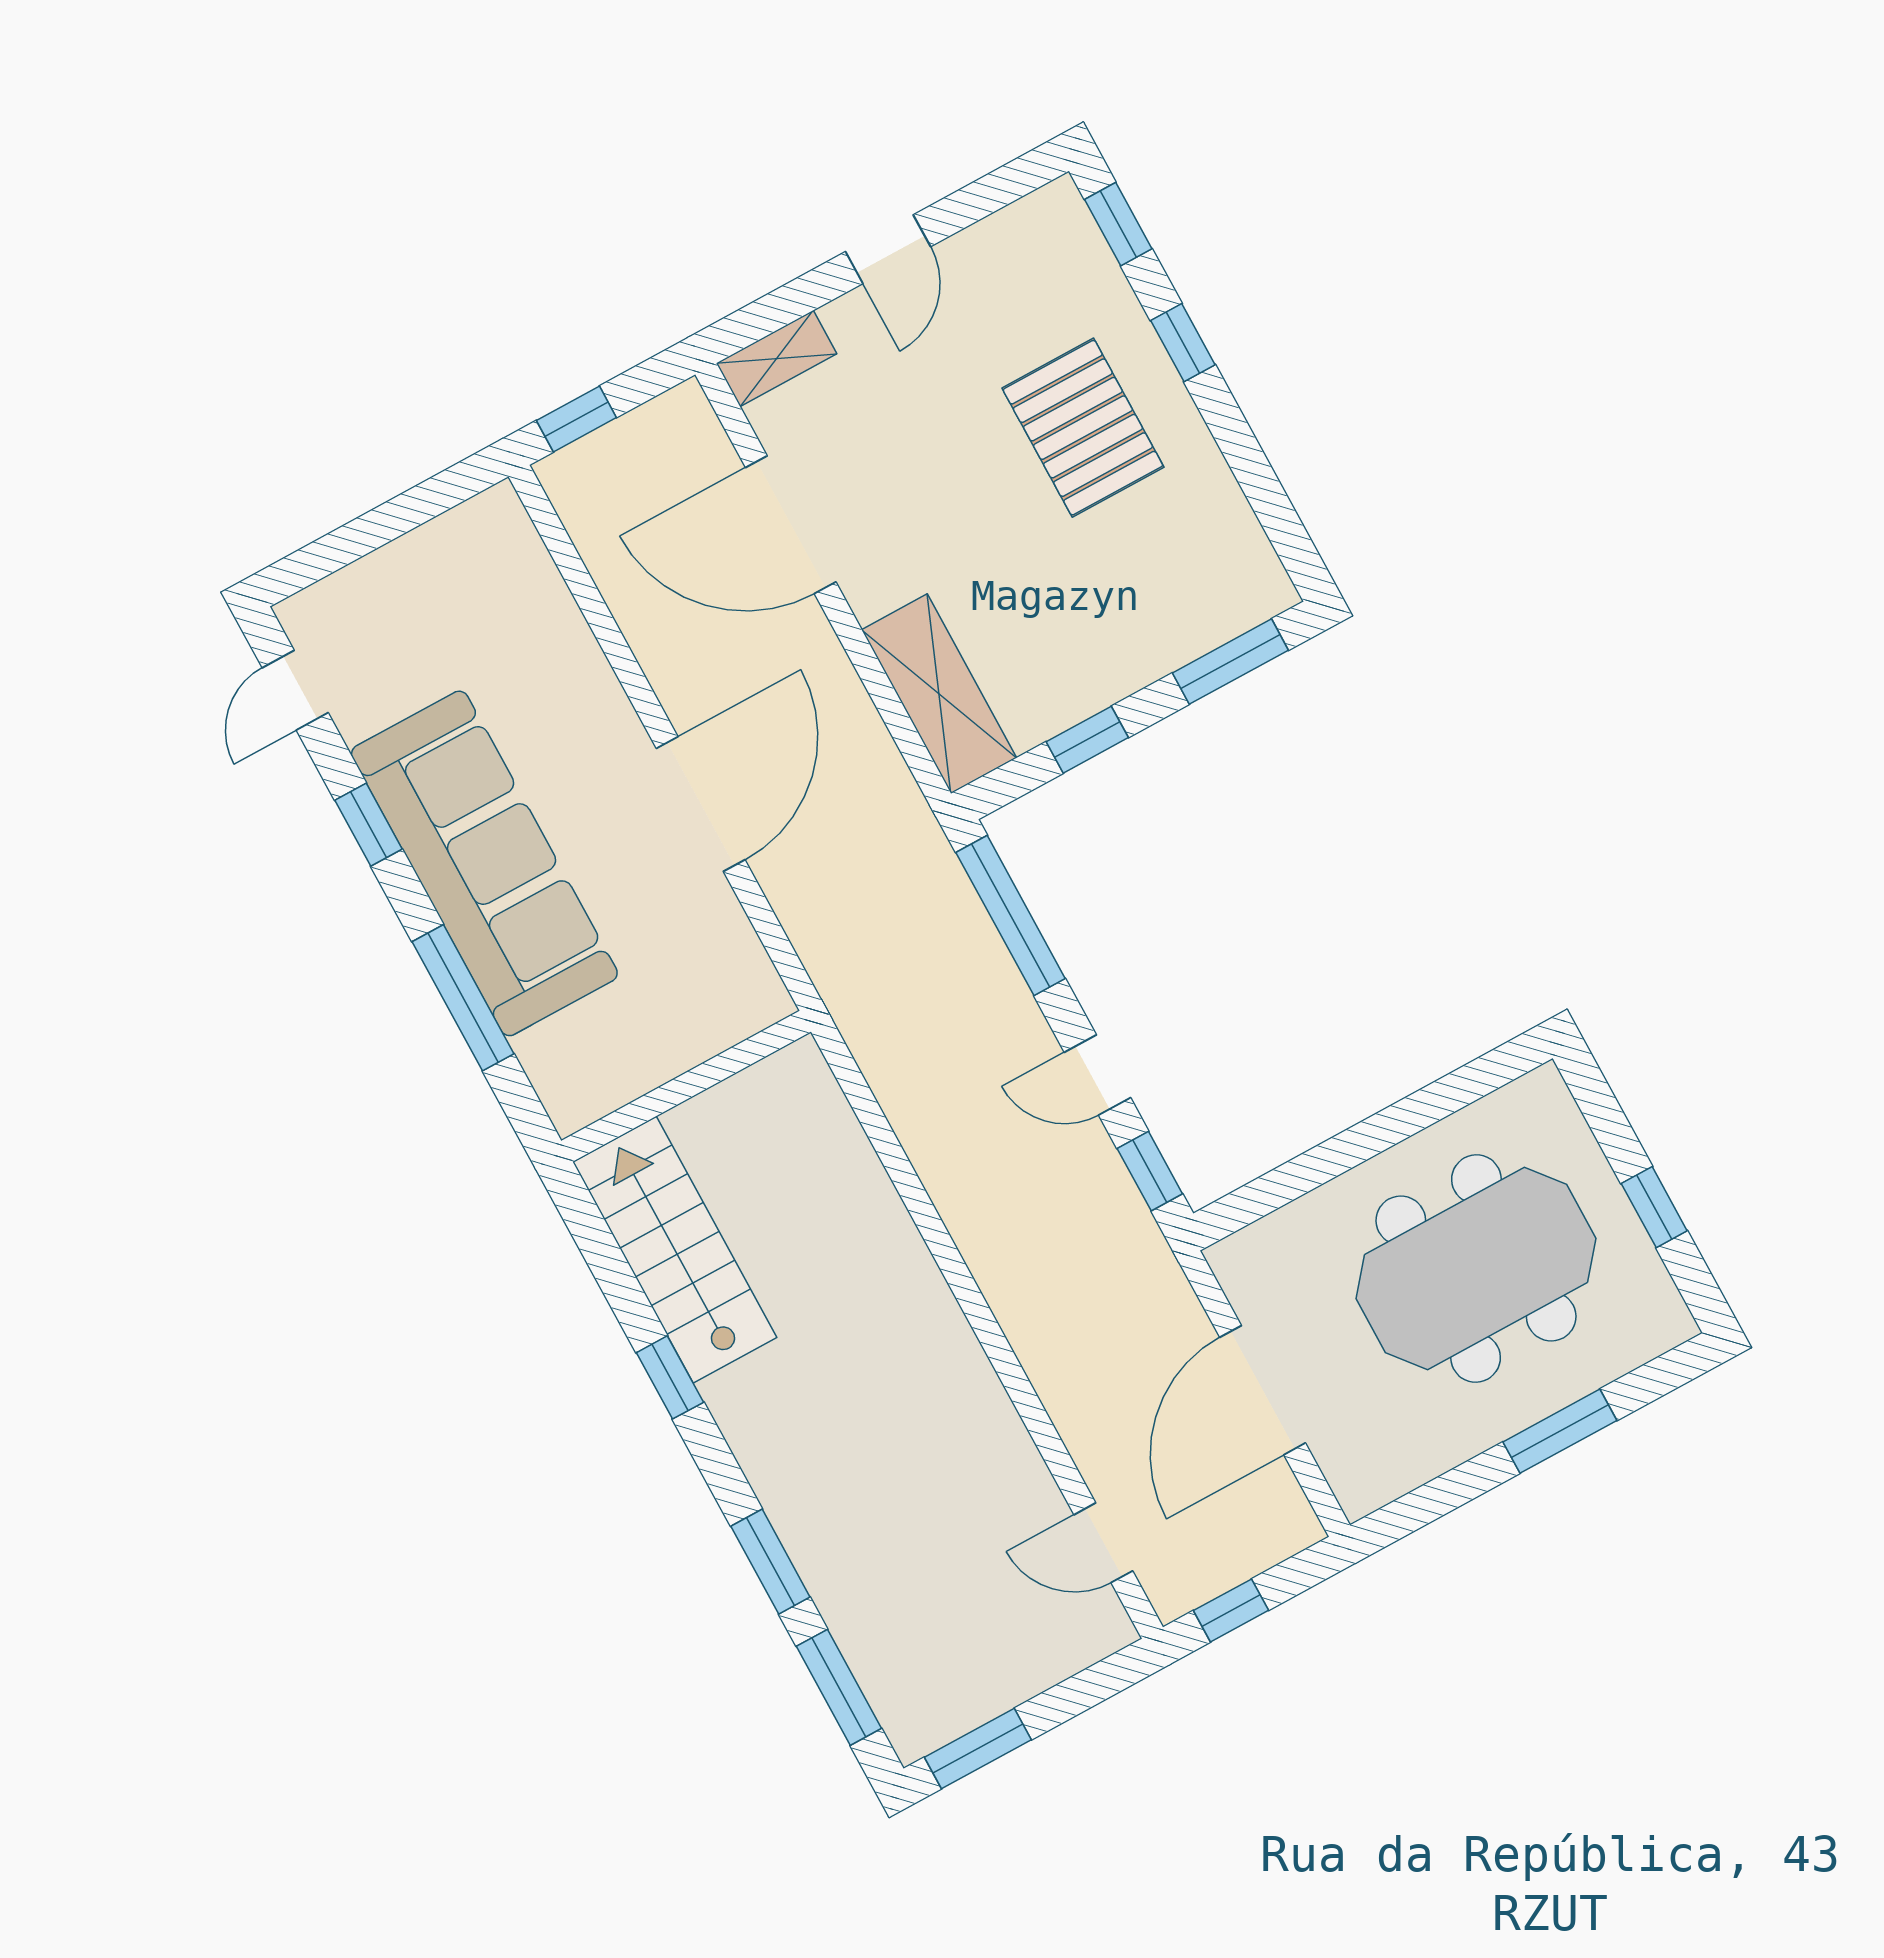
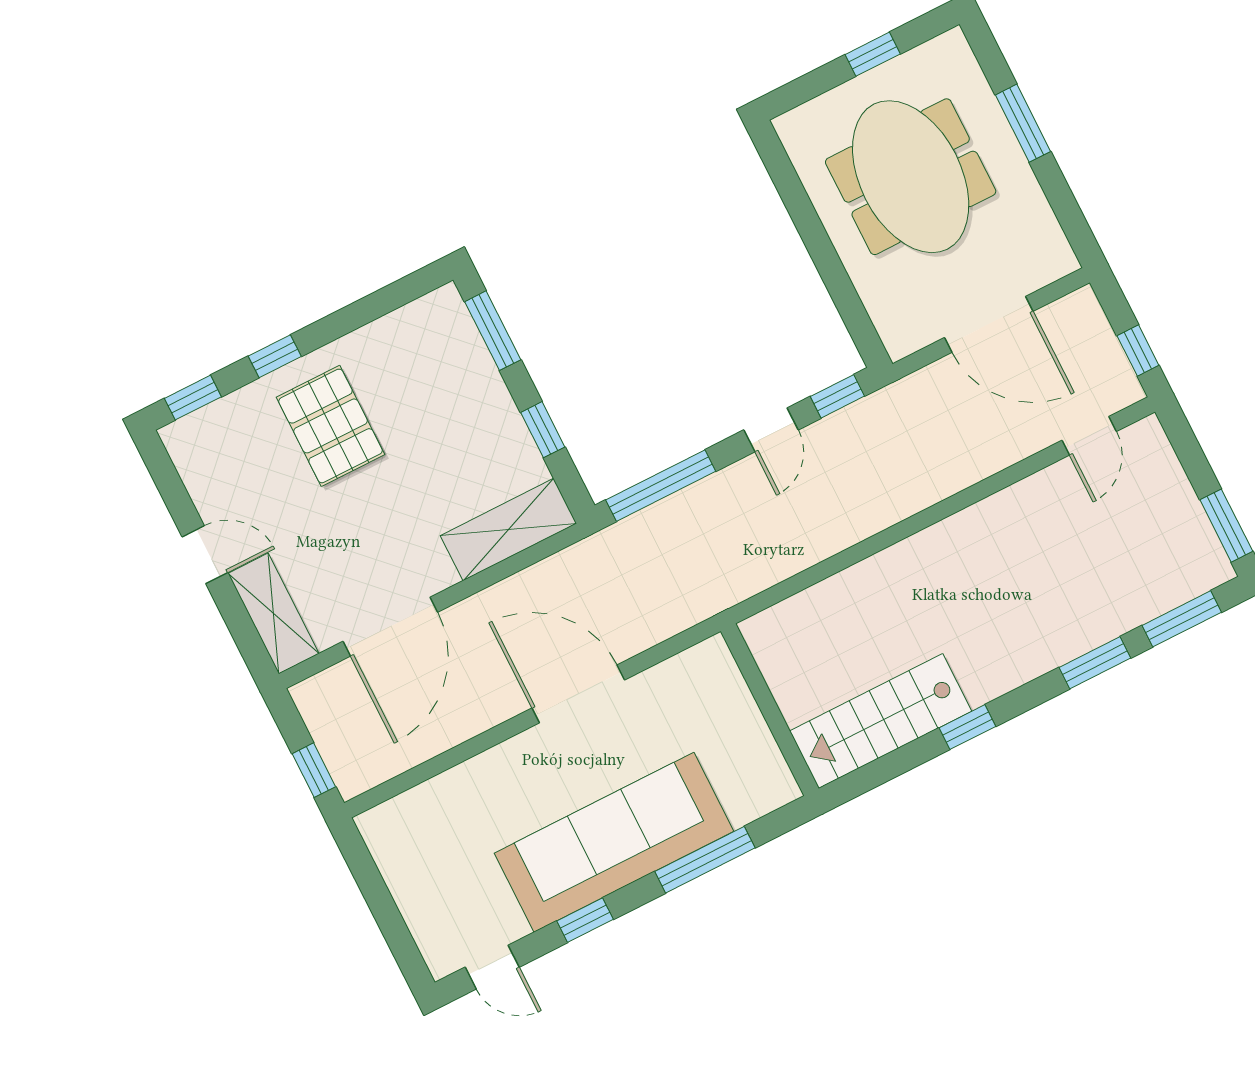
shelving: (776, 358) -> (273, 614), width x1.50, depth x1.33
pallet: (1083, 428) -> (331, 426), turned 90

